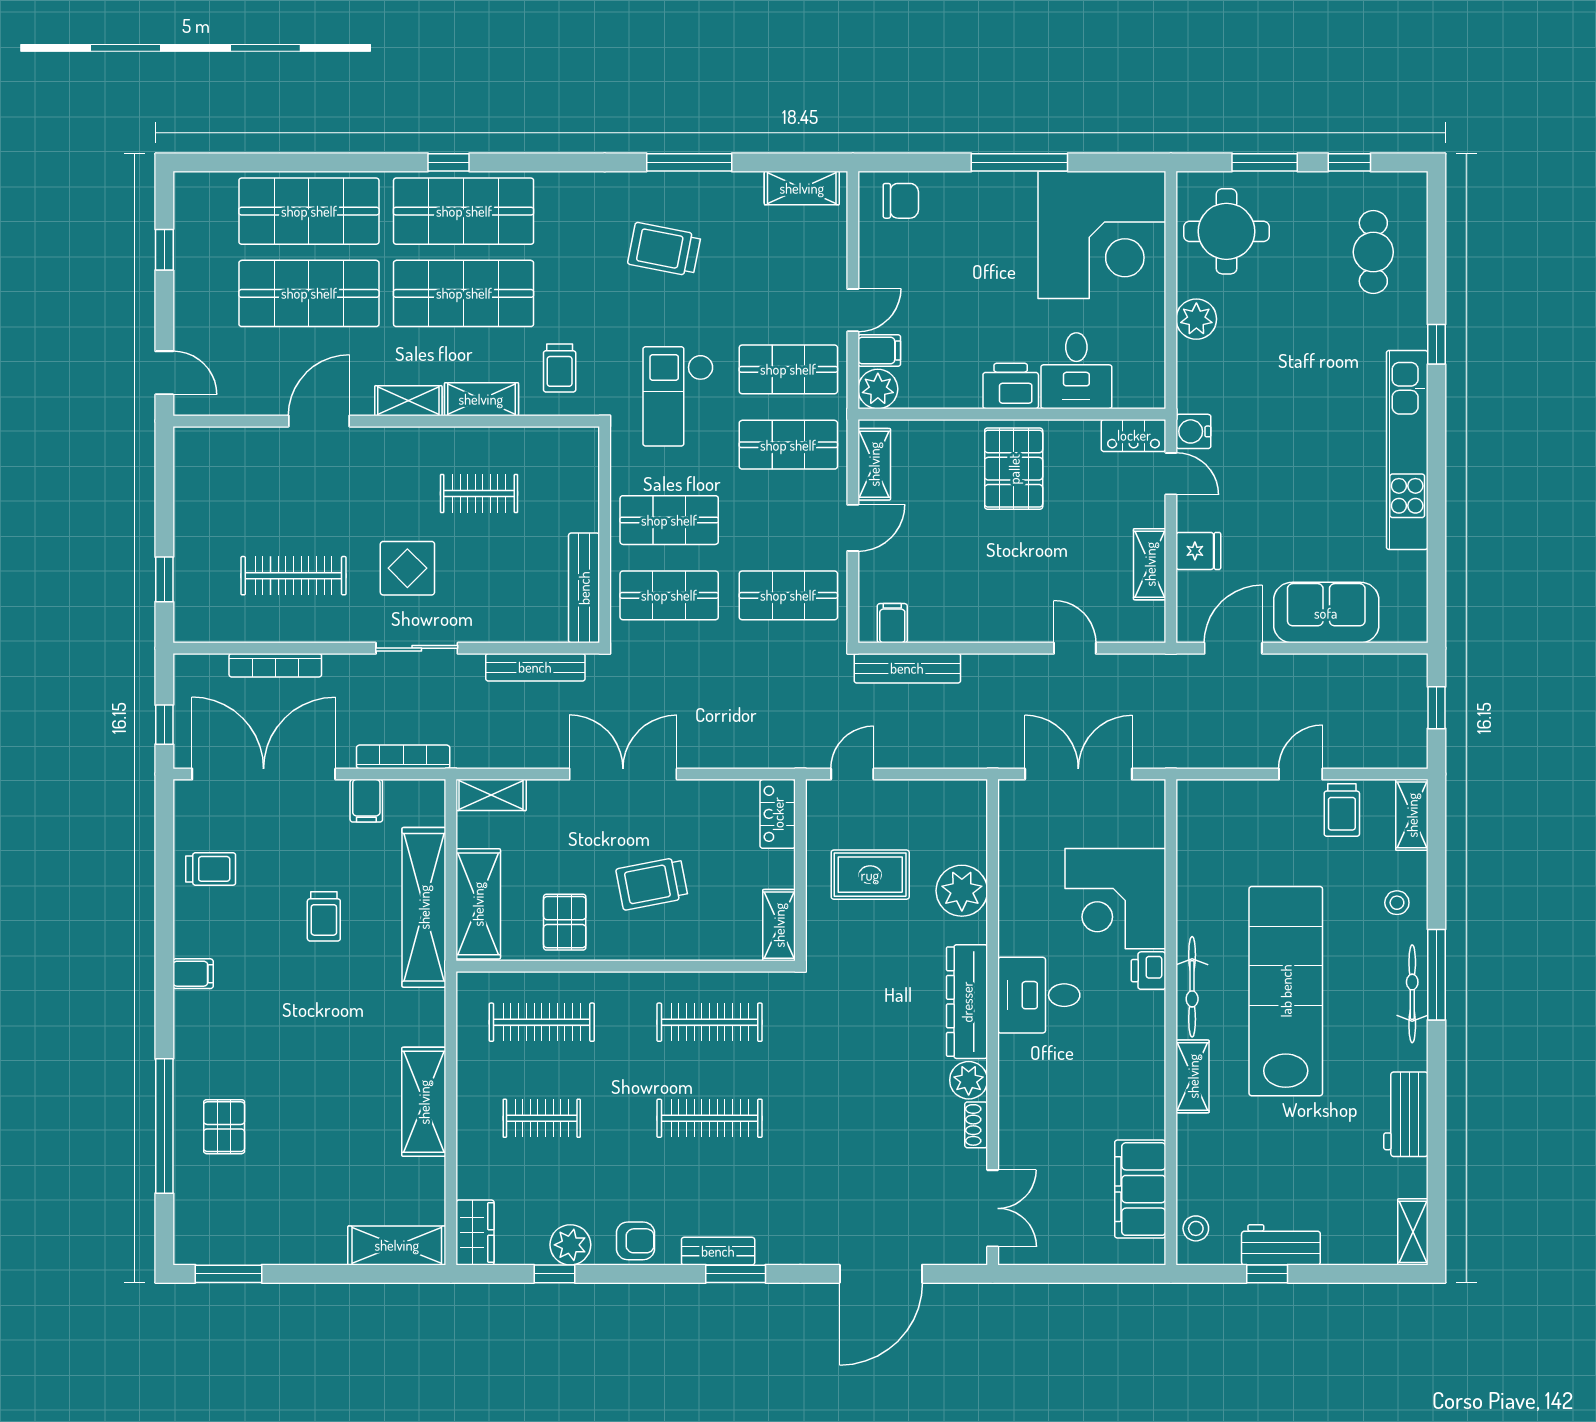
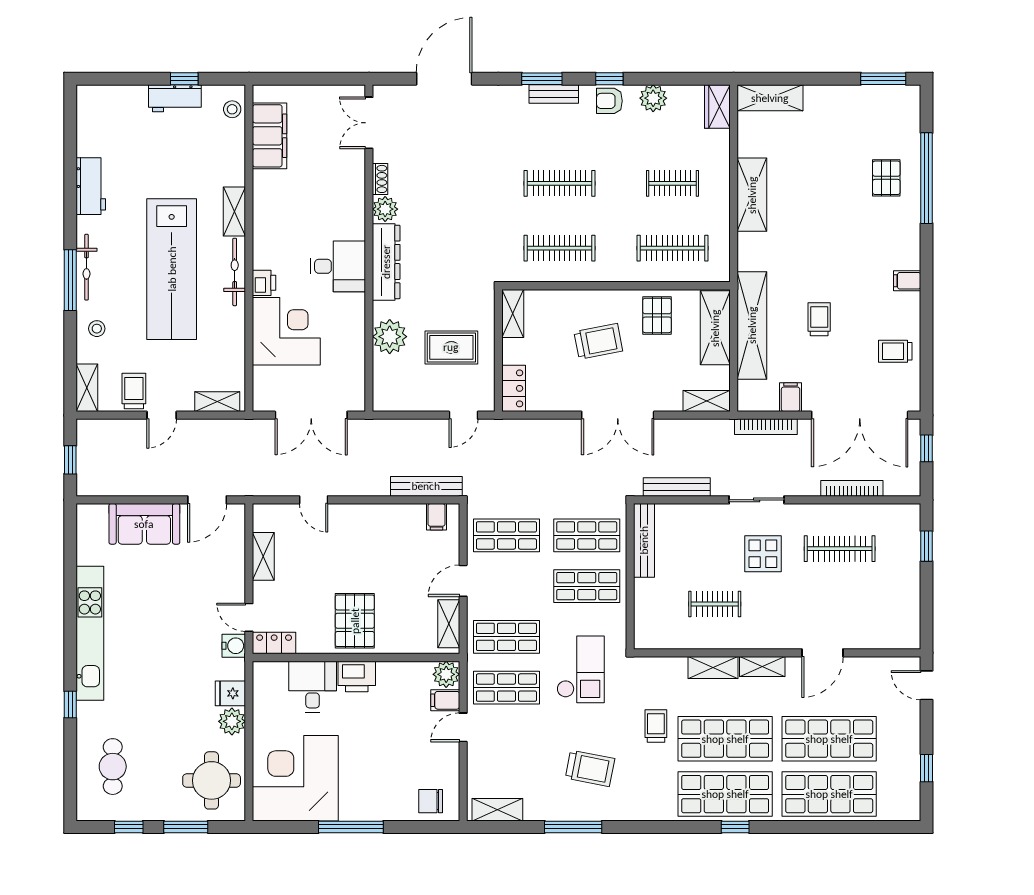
trolley: (560, 368) -> (656, 726), moved
fridge: (1198, 551) -> (230, 693), moved
shelving: (1413, 1232) -> (217, 402), moved, turned 90
window: (554, 1274) -> (609, 79), moved

